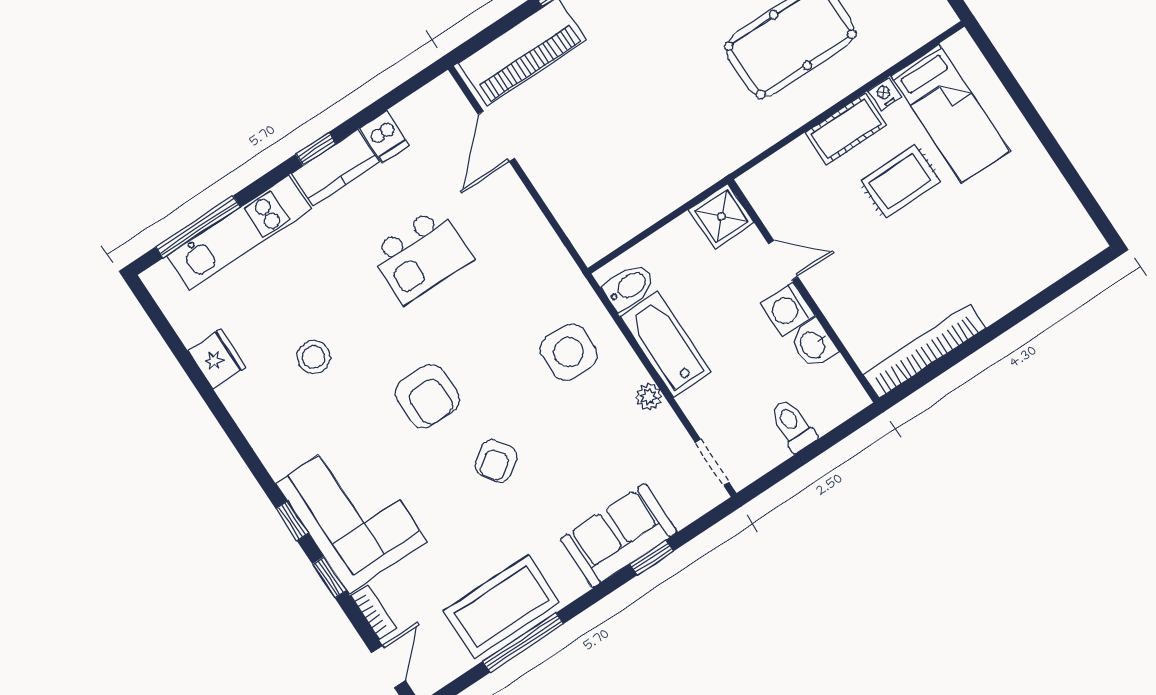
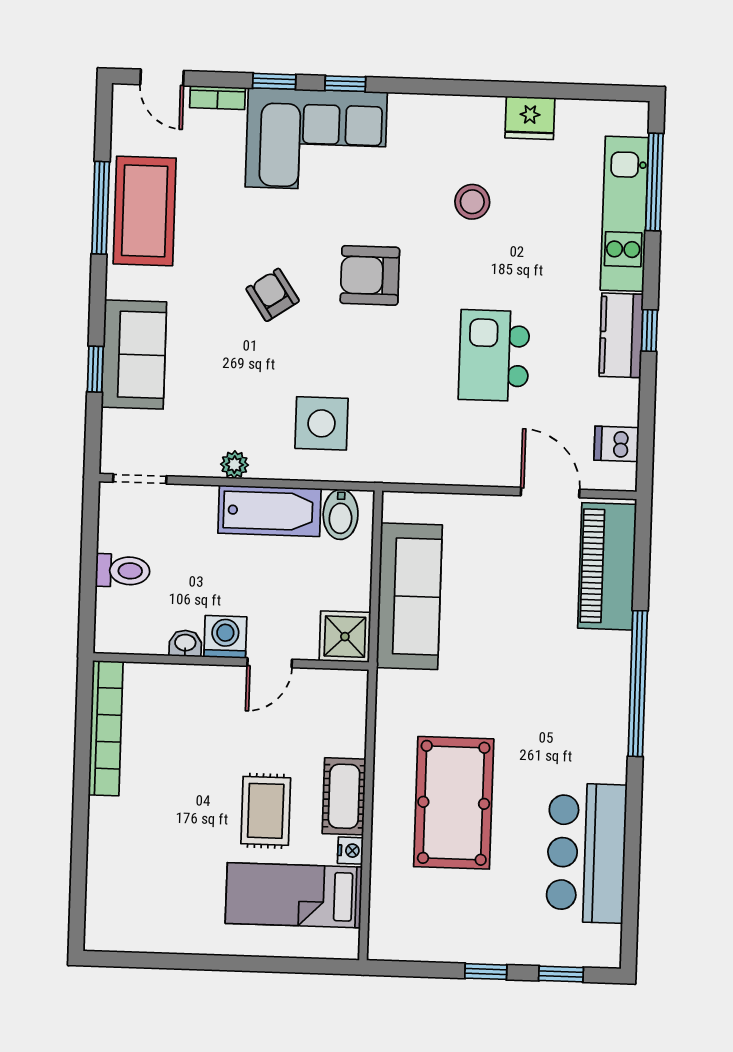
dishwasher: (385, 137) -> (616, 444), moved
sofa: (655, 189) -> (409, 596), added
washbasin: (813, 344) -> (185, 643), width x0.72, depth x0.69

